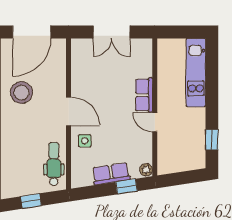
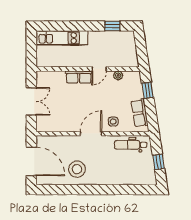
plant: (146, 170) -> (118, 75), moved
row of seats: (111, 174) -> (140, 113), moved

